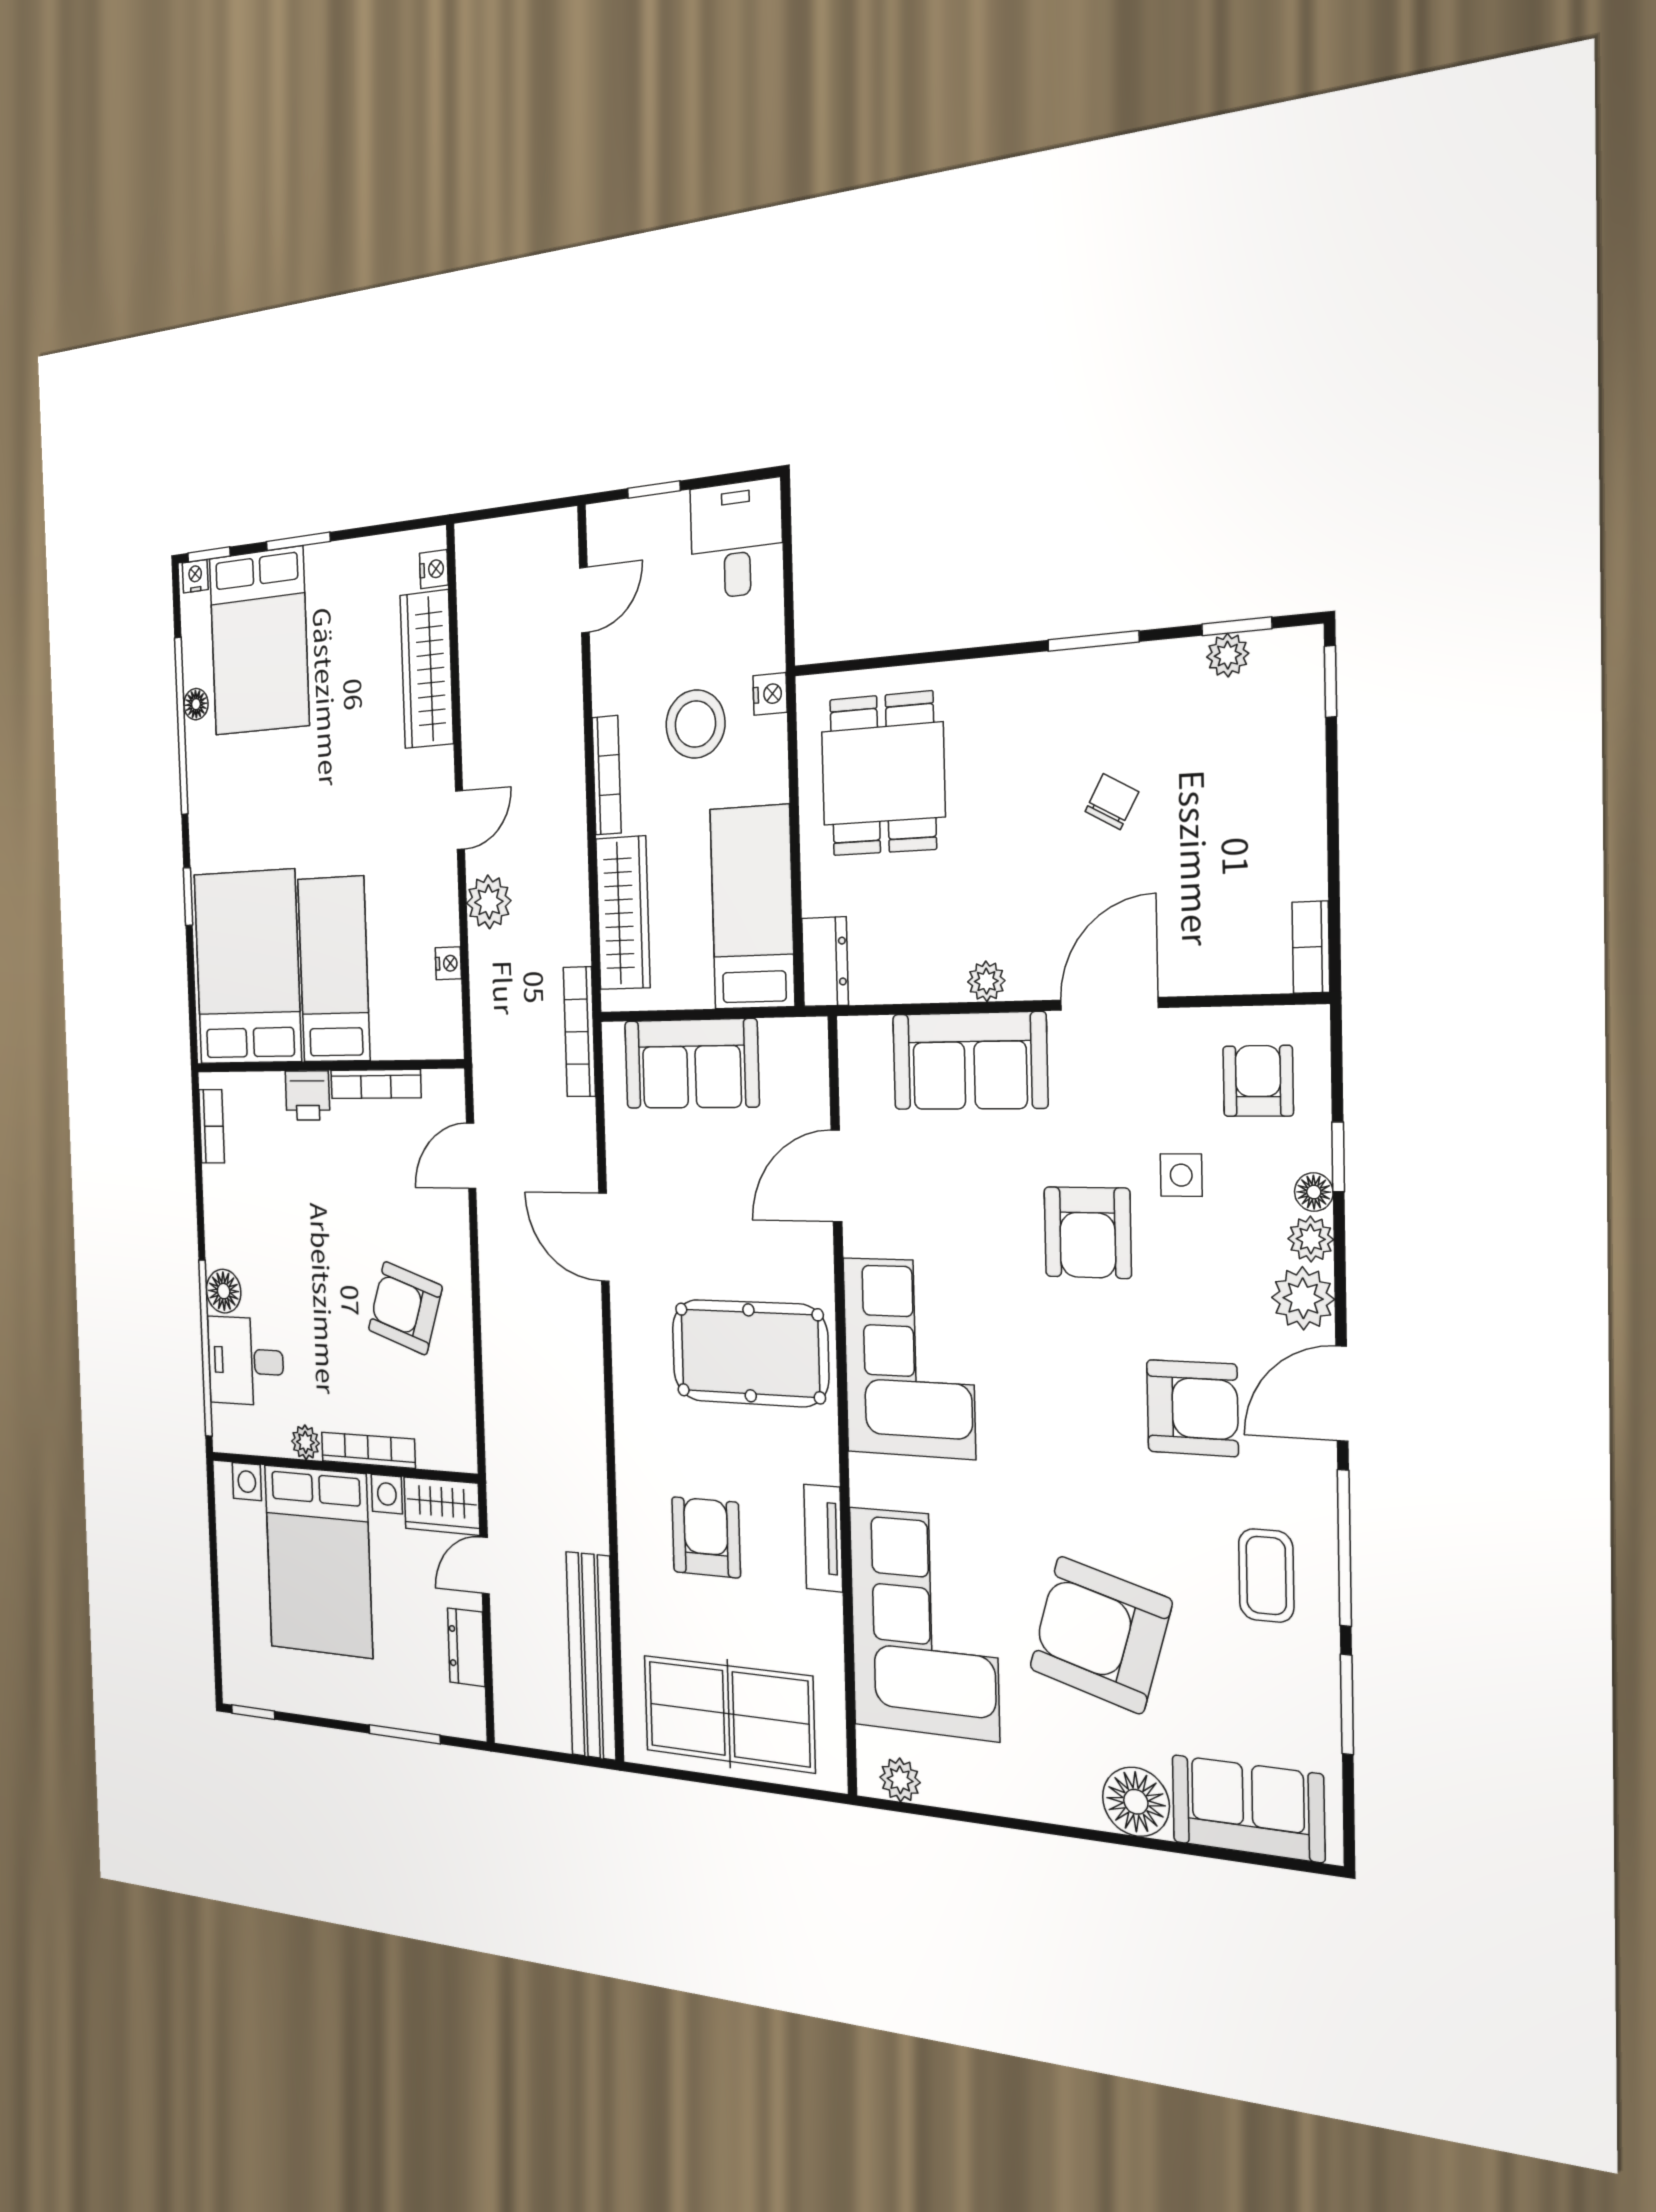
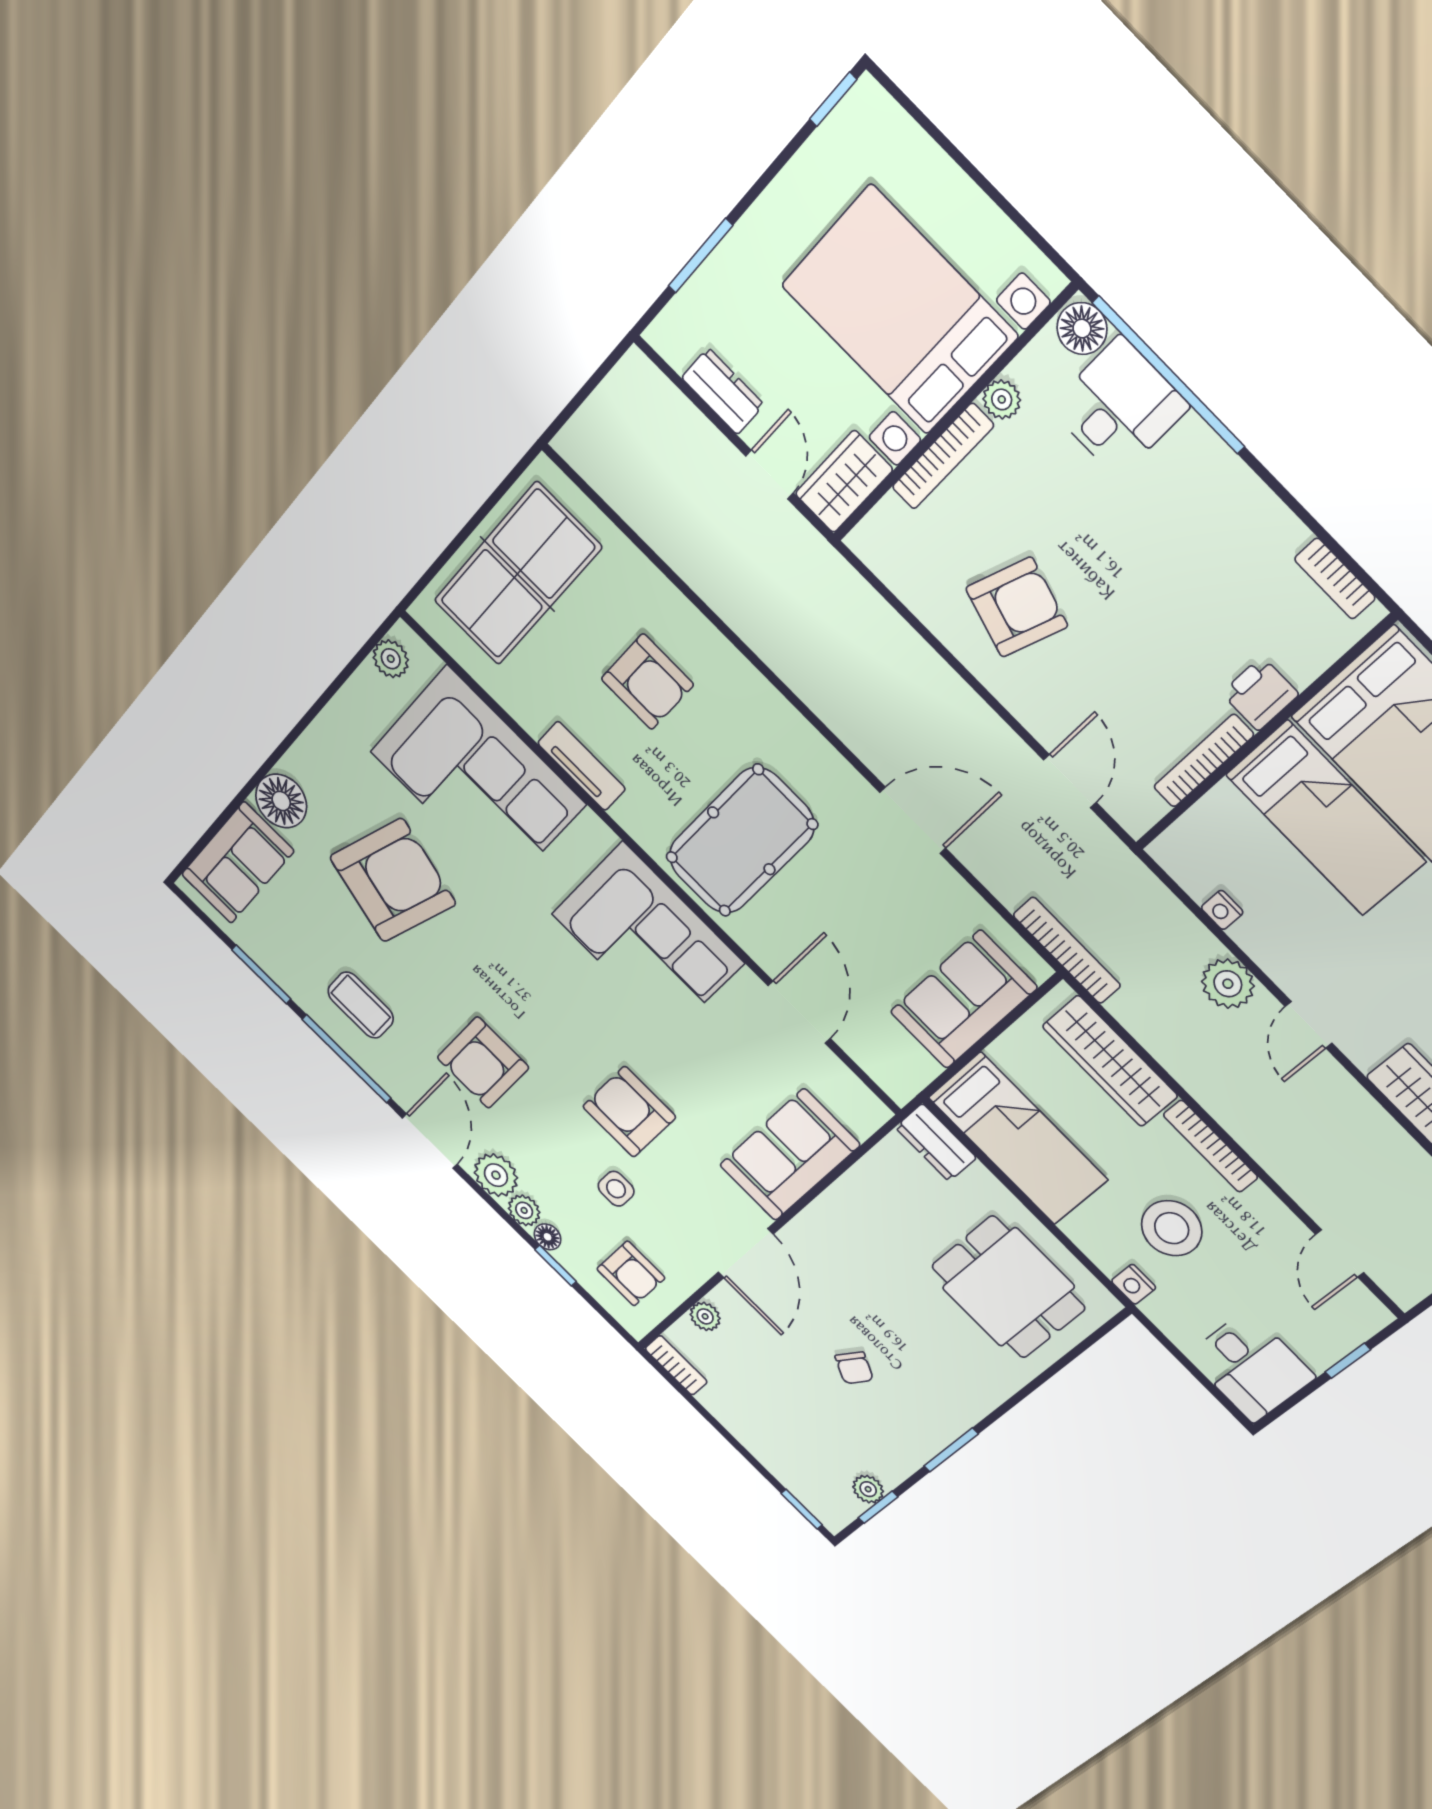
plant: (986, 981) -> (705, 1316), moved
floor lamp: (224, 1291) -> (1082, 329), moved
bench: (591, 1656) -> (636, 501), removed

